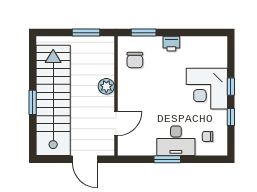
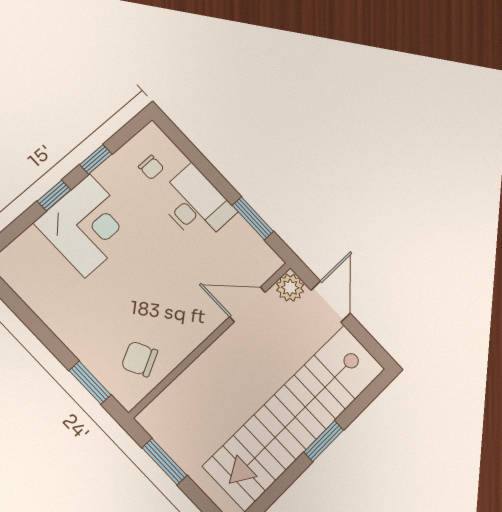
printer: (171, 44) -> (70, 330), removed
chair: (135, 60) -> (140, 359), turned -116
plant: (106, 86) -> (290, 288), moved
window: (167, 159) -> (253, 218), moved

